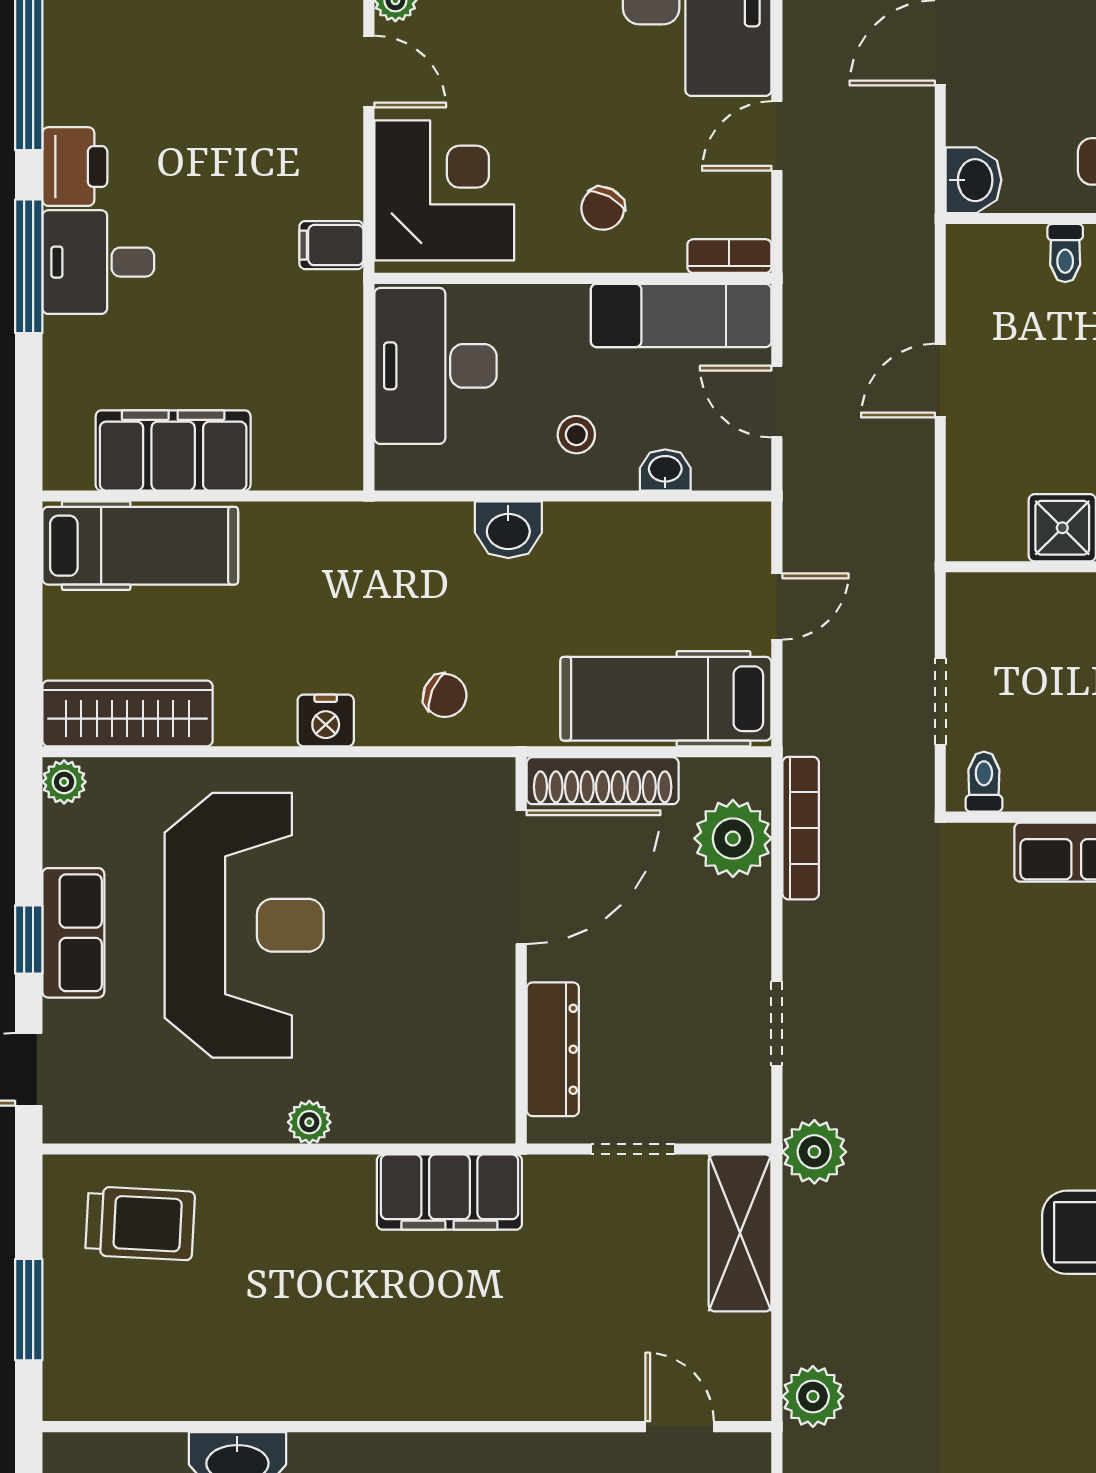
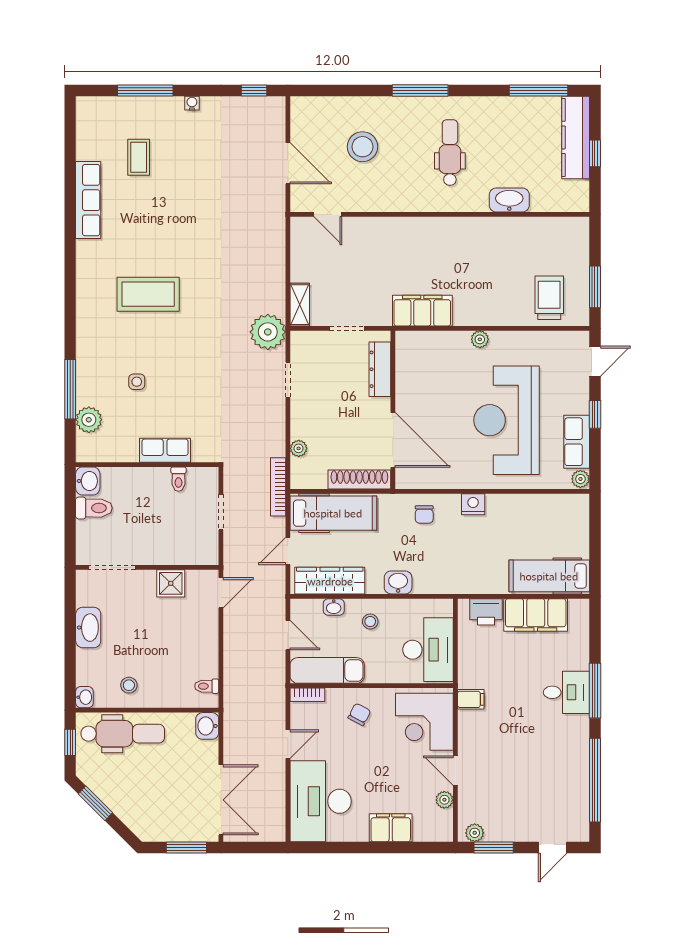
printer: (75, 167) -> (486, 612), moved, turned -90
toilet: (1065, 253) -> (207, 686), moved, turned -90
door: (940, 381) -> (221, 593), moved
chair: (445, 695) -> (424, 514), turned -113
wardrobe: (127, 713) -> (330, 581), moved, turned 180
toilet: (984, 782) -> (178, 479), moved
bookcase: (801, 828) -> (278, 487), moved
plant: (733, 838) -> (299, 448), width x0.53, depth x0.53
door: (521, 877) -> (393, 440), swing flipped
row of seats: (73, 933) -> (577, 442), moved
plant: (814, 1152) -> (268, 332), width x1.36, depth x1.36
trolley: (140, 1223) -> (549, 298), turned 87
shelving: (740, 1233) -> (300, 305), width x0.67, depth x0.75
window: (29, 1310) -> (595, 287), moved
plant: (813, 1396) -> (273, 227), removed

